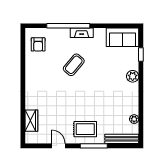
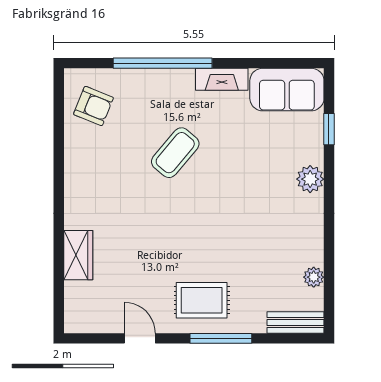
fireplace: (82, 33) -> (222, 79), moved
armchair: (38, 44) -> (93, 106), turned -68
wardrobe: (31, 121) -> (78, 255), moved
bench: (122, 139) -> (295, 322), width x0.73

